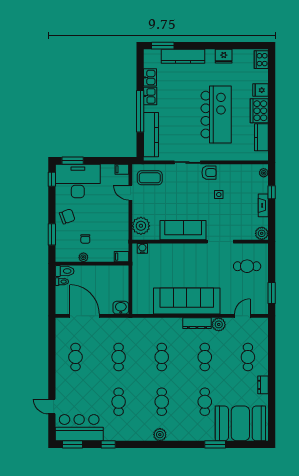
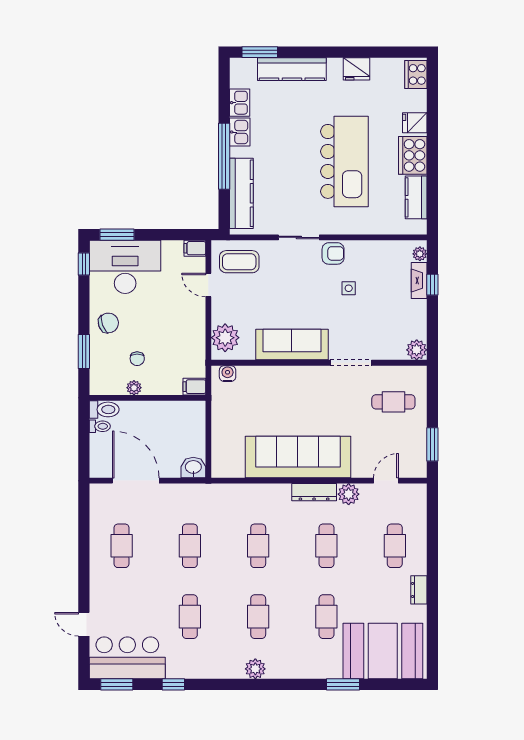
fireplace: (263, 205) -> (419, 280), moved

